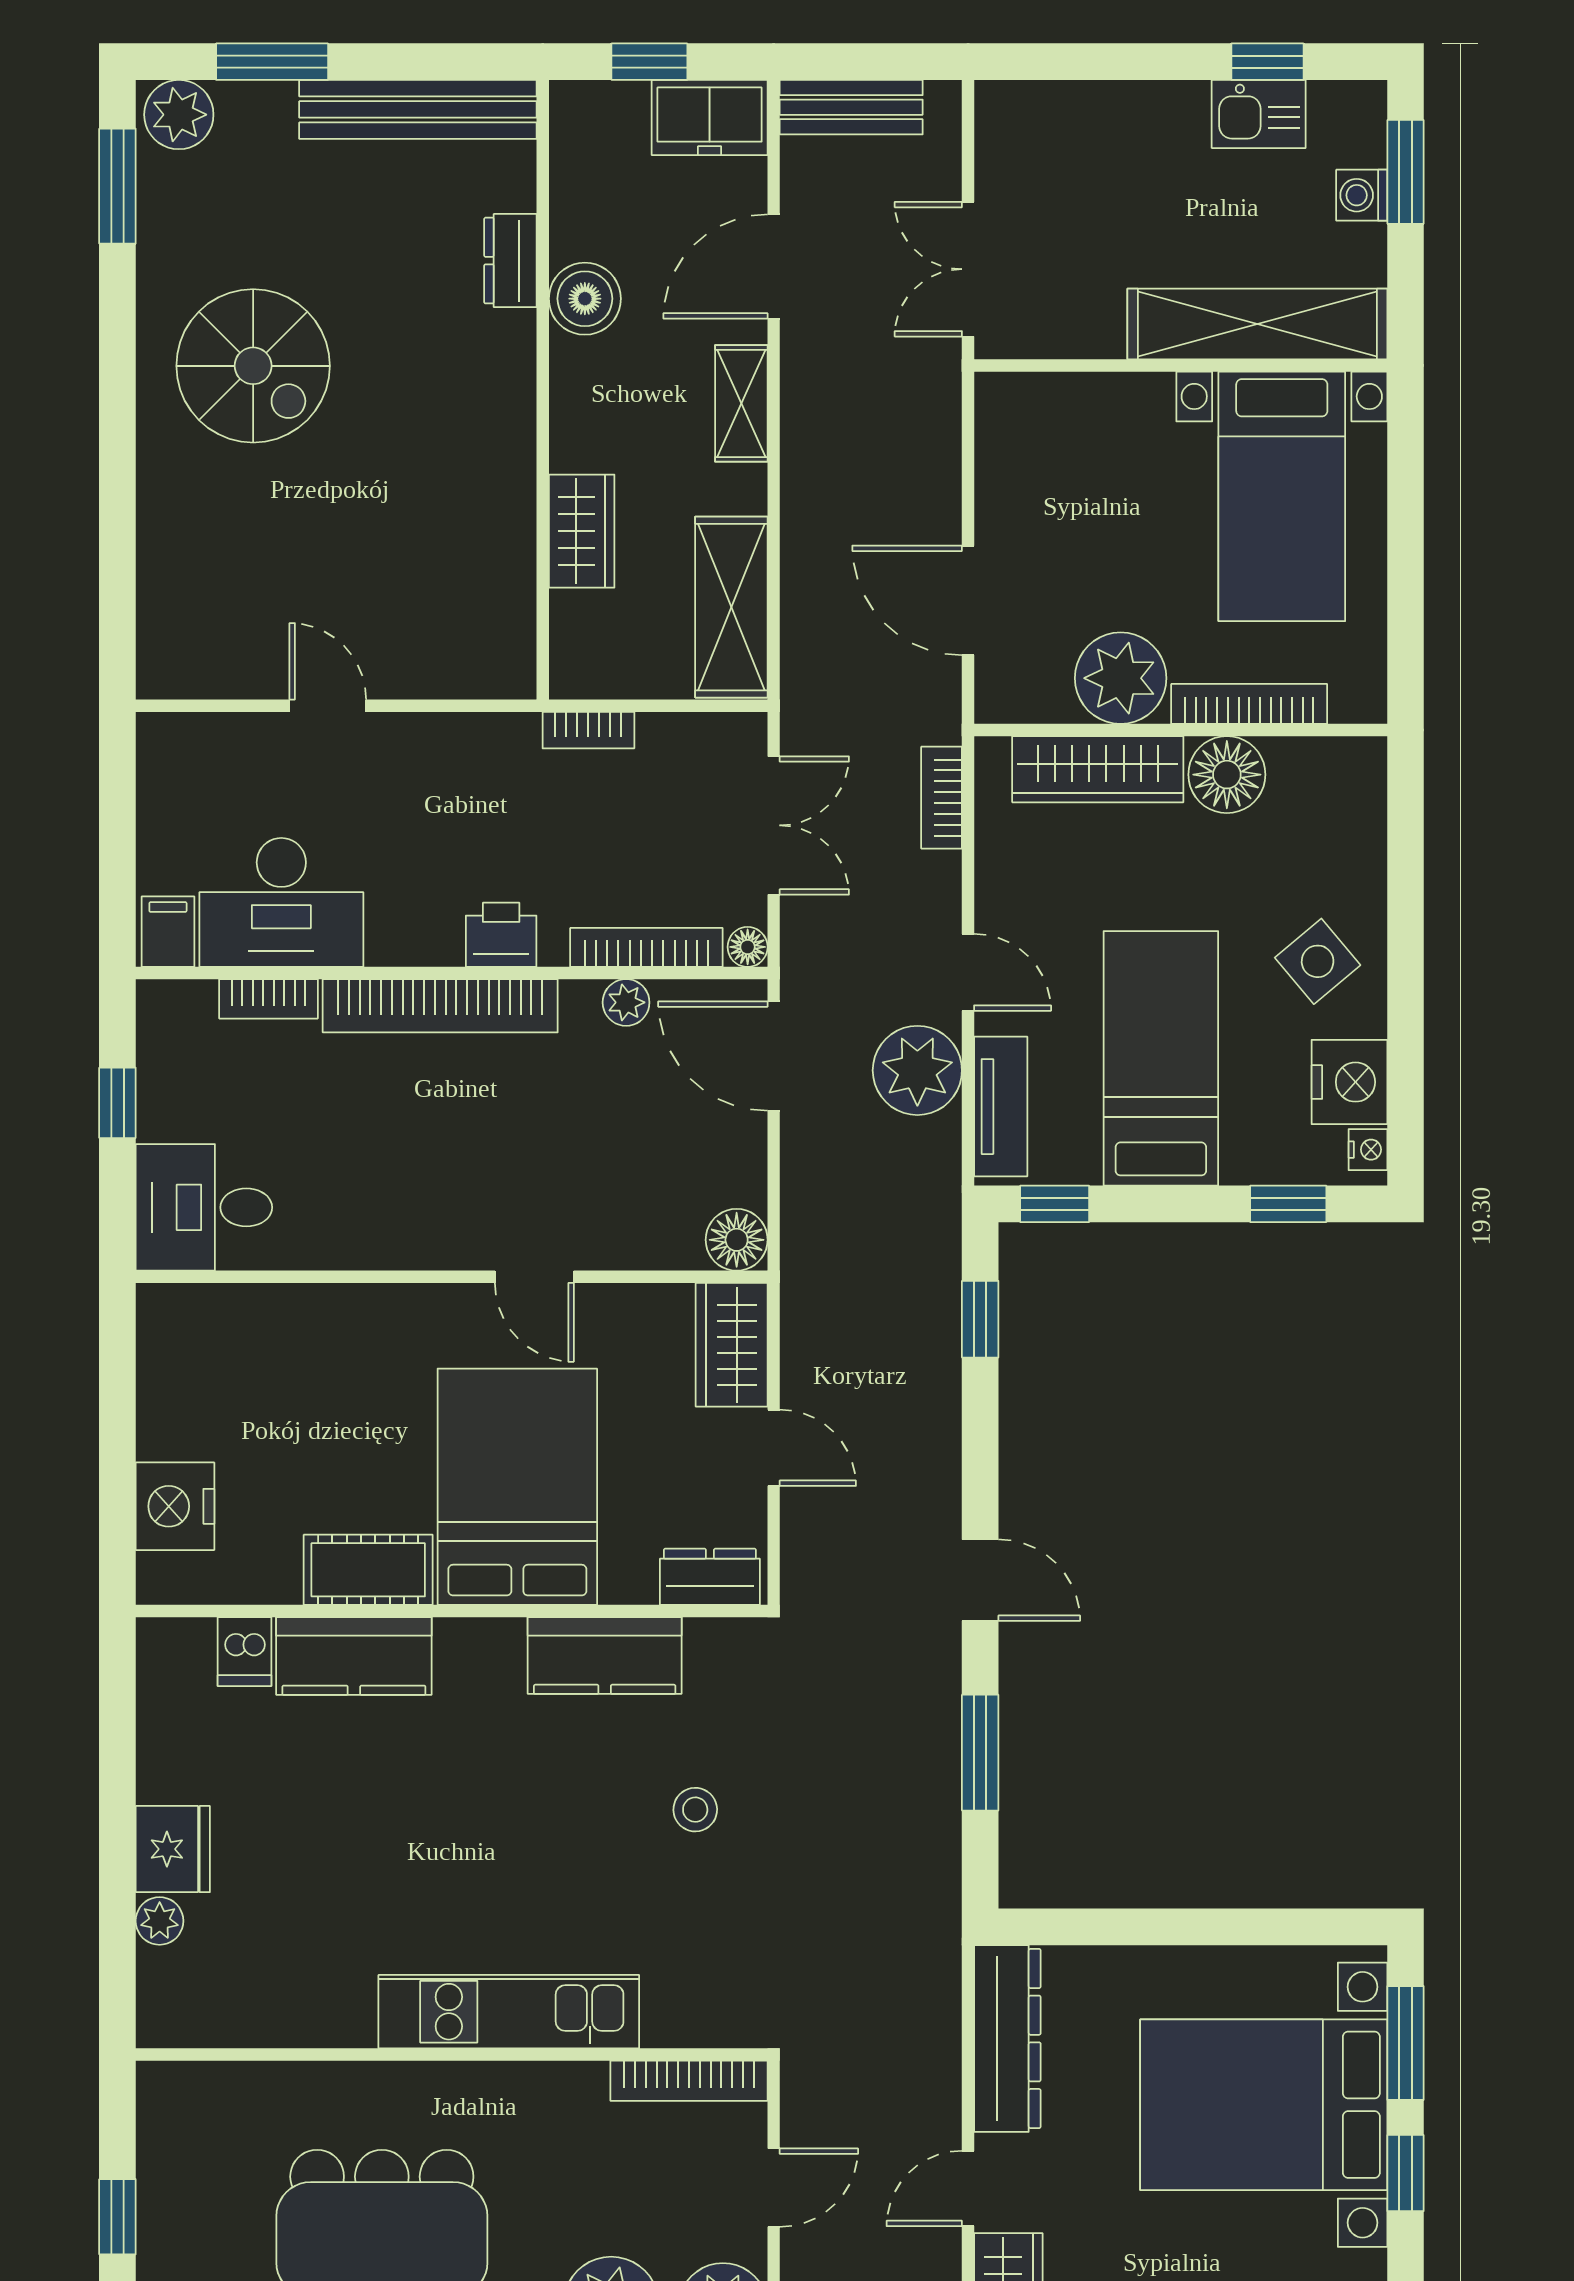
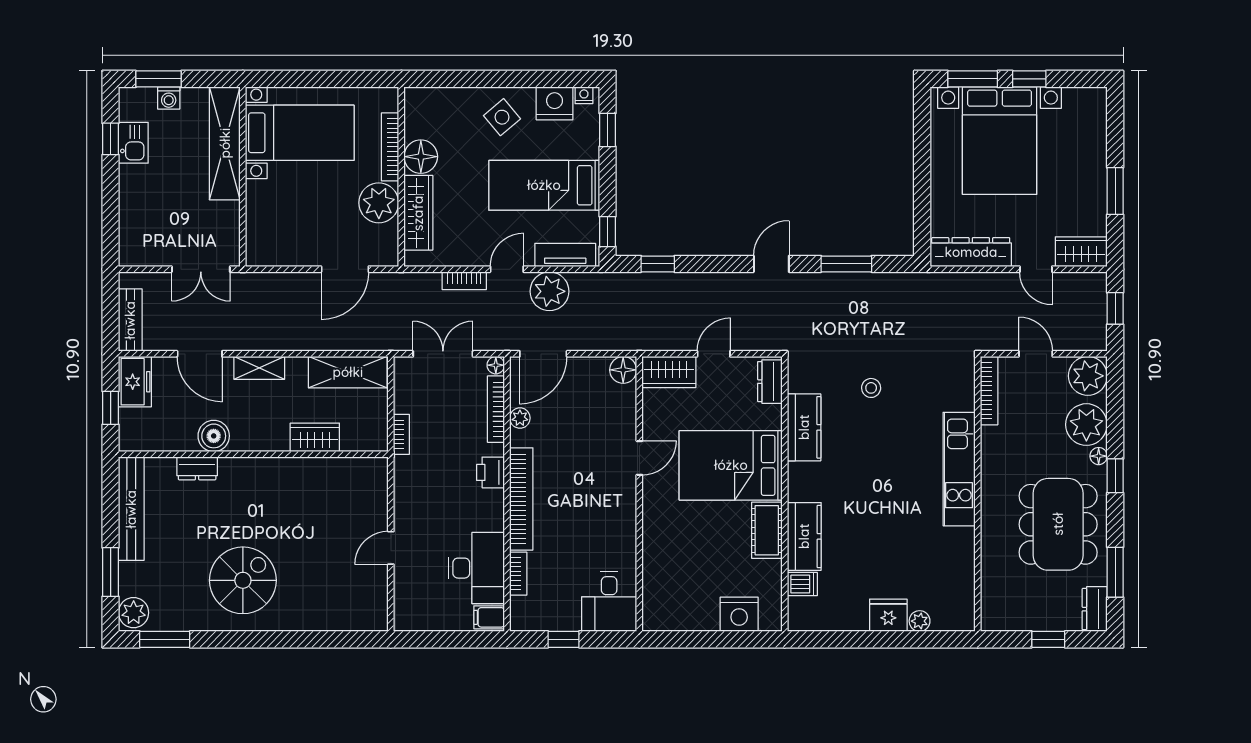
bookcase: (942, 798) -> (464, 281), moved

